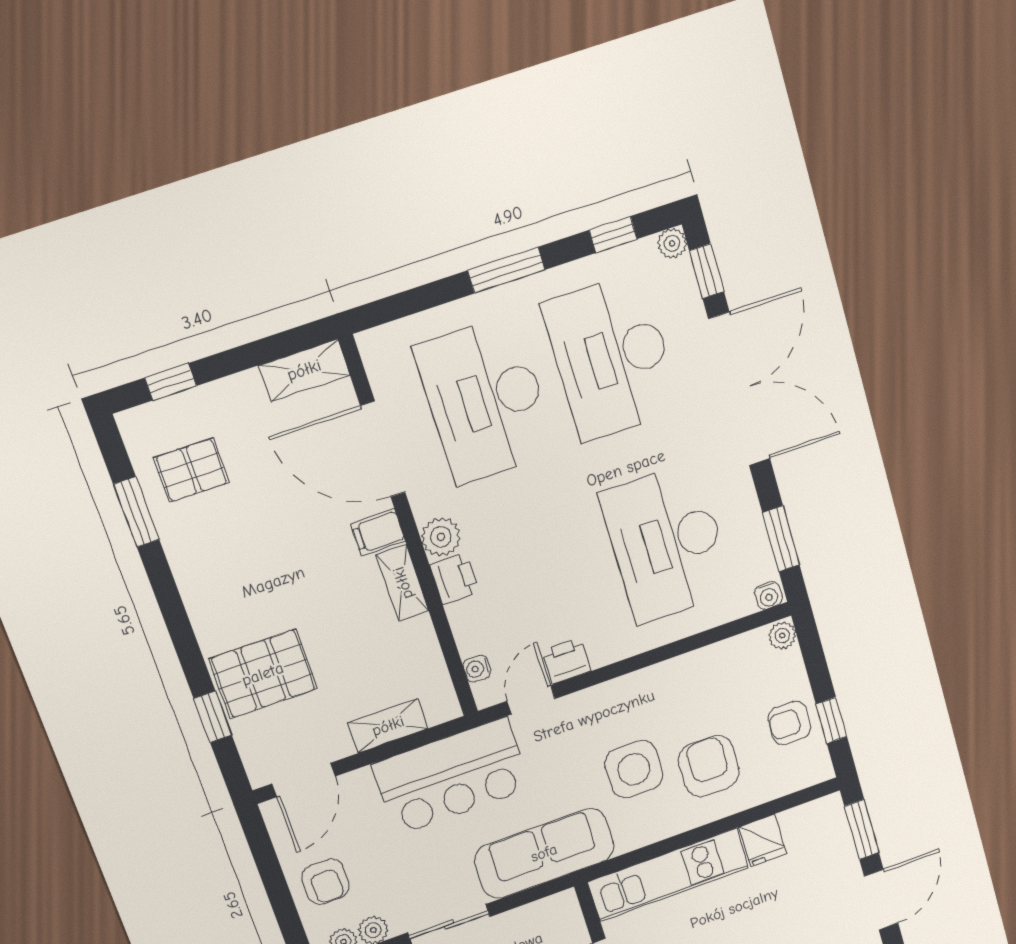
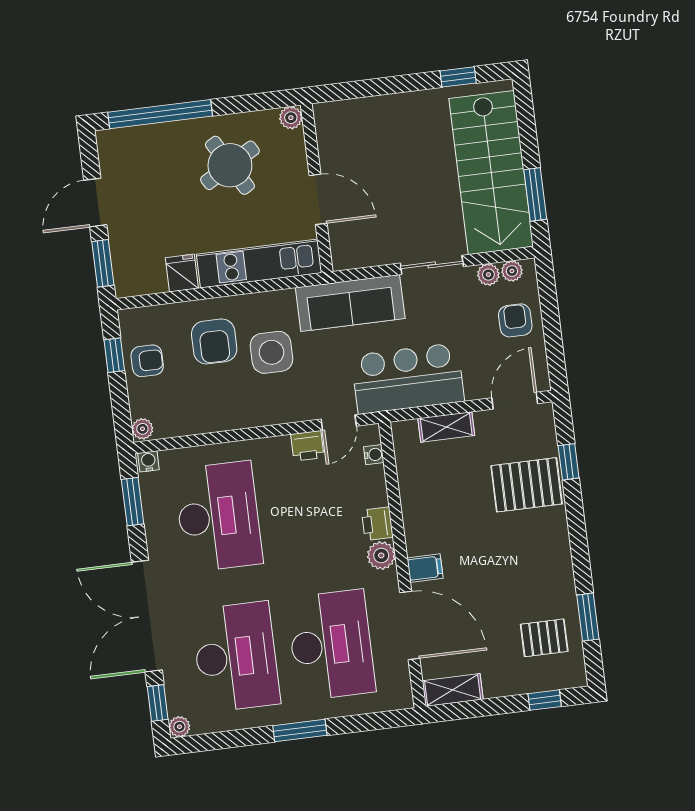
window: (613, 235) -> (220, 740), removed
shelving: (403, 583) -> (415, 529), removed

